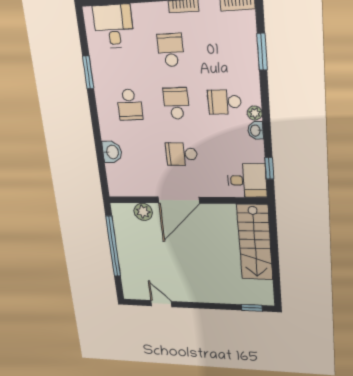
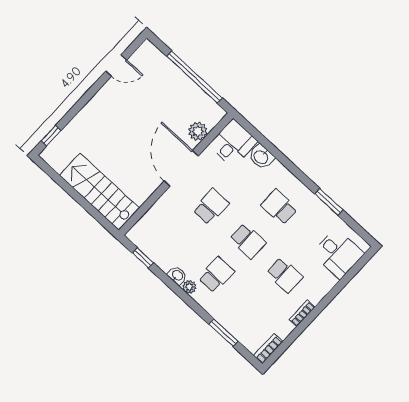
desk: (247, 180) -> (233, 143), moved, turned 180

